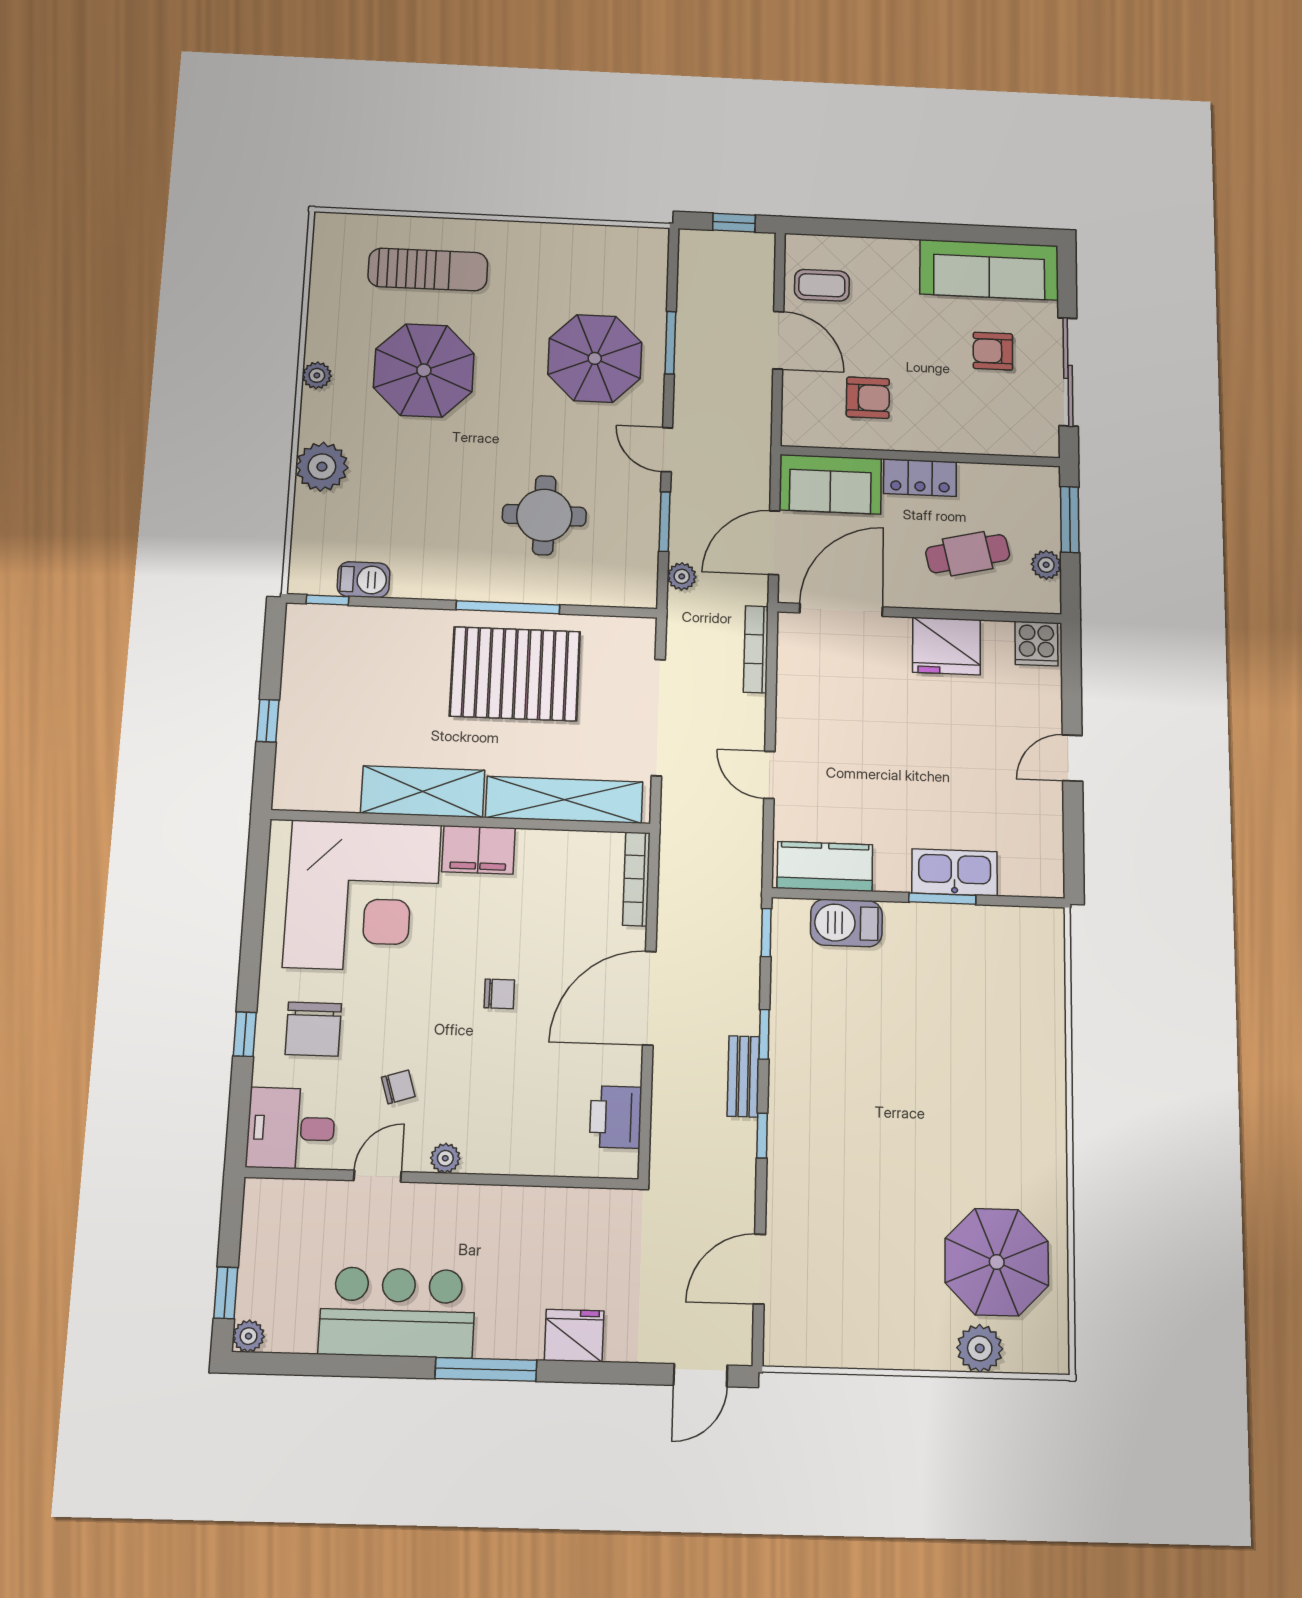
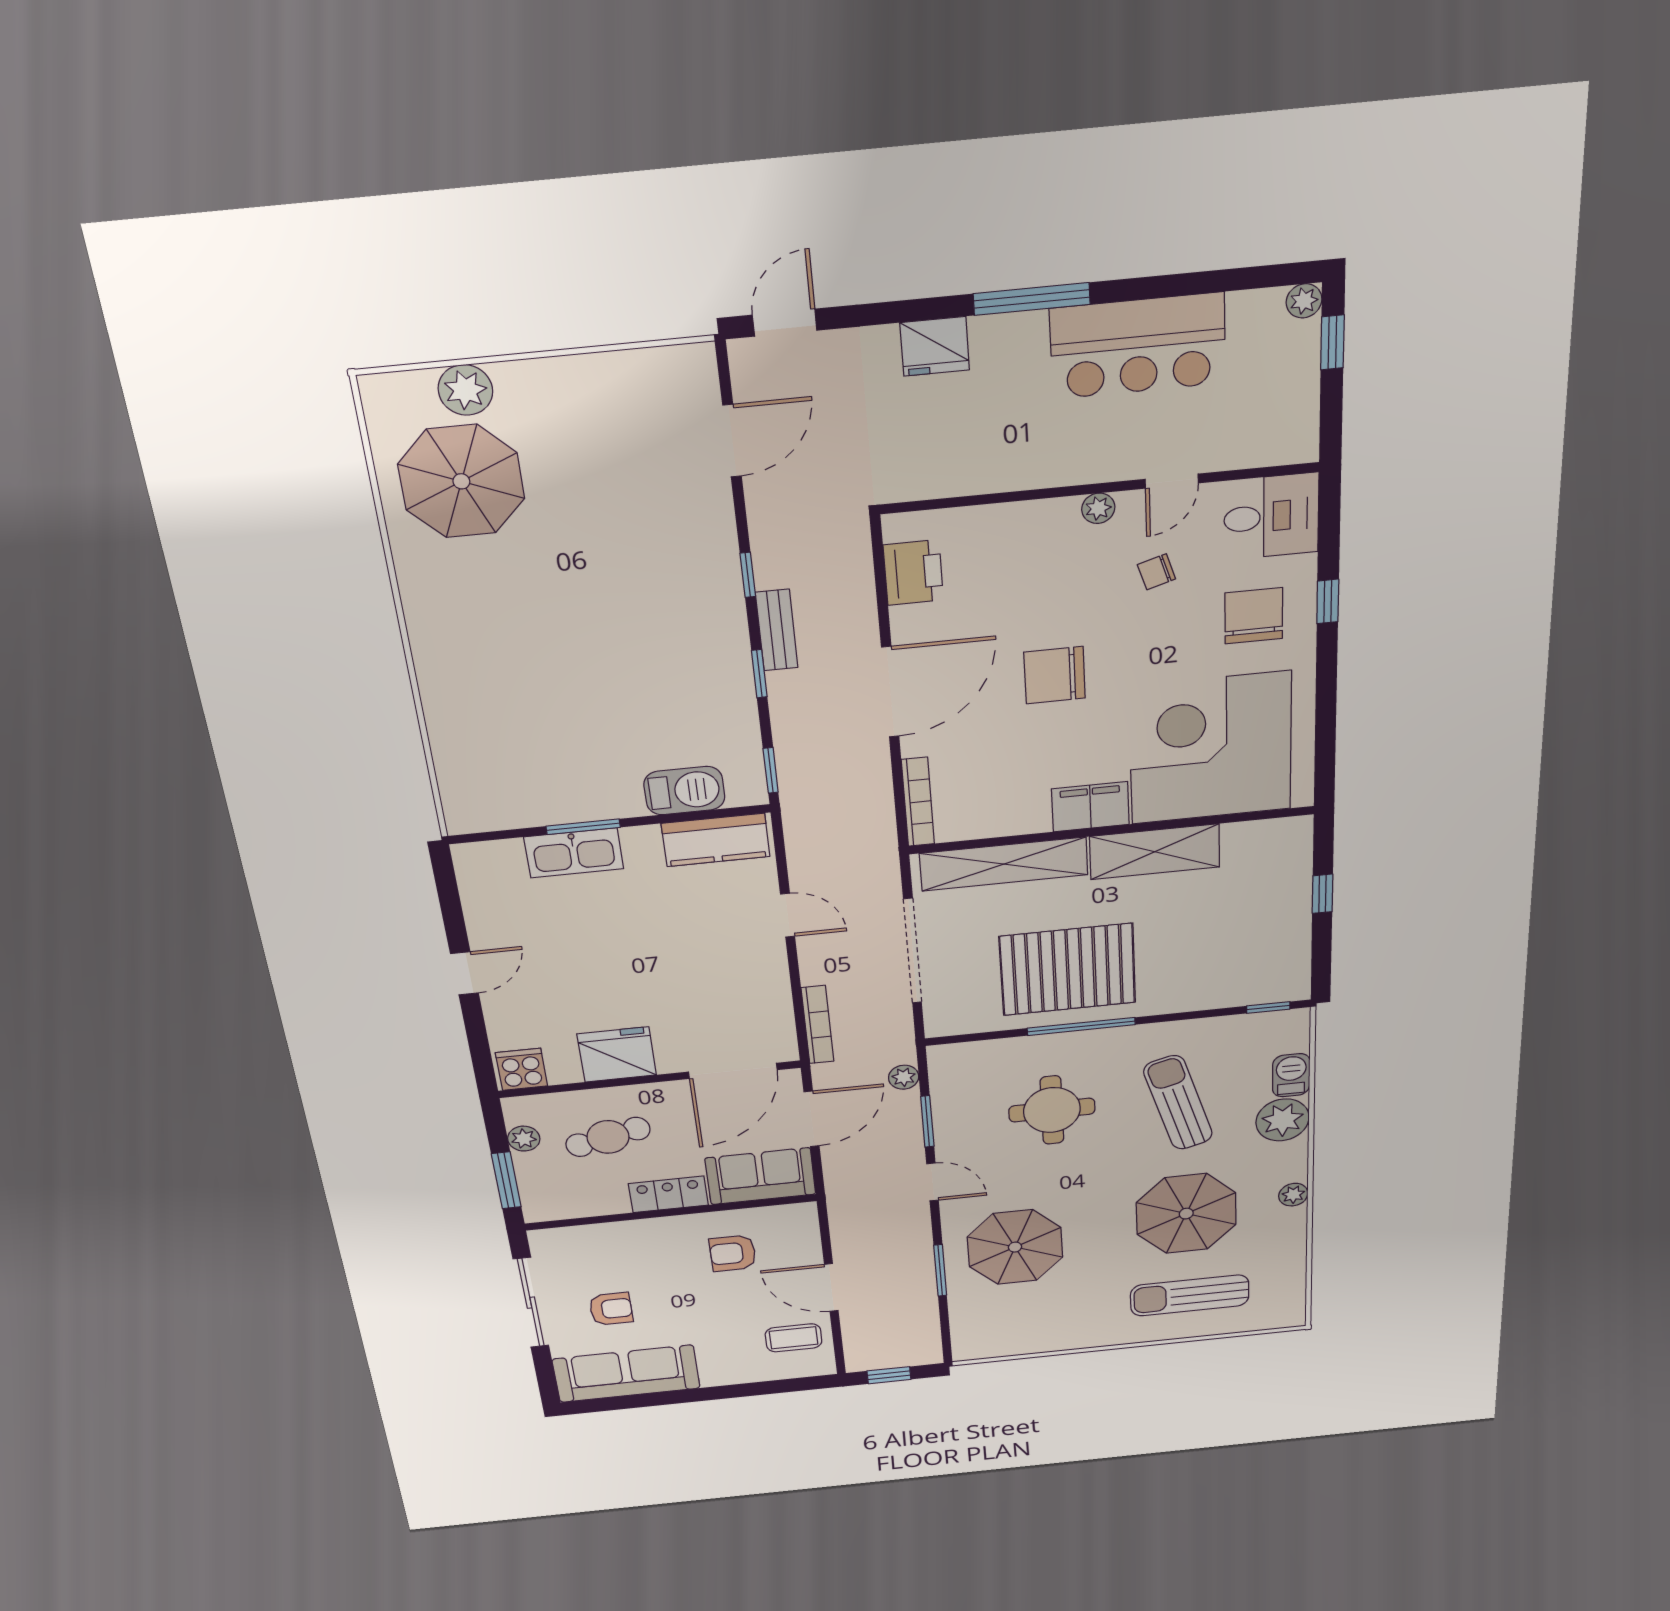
sun lounger: (422, 504) -> (1178, 1103), added
barbecue: (363, 580) -> (1291, 1075), moved, turned 90
chair: (499, 994) -> (1055, 675), width x1.87, depth x1.87

